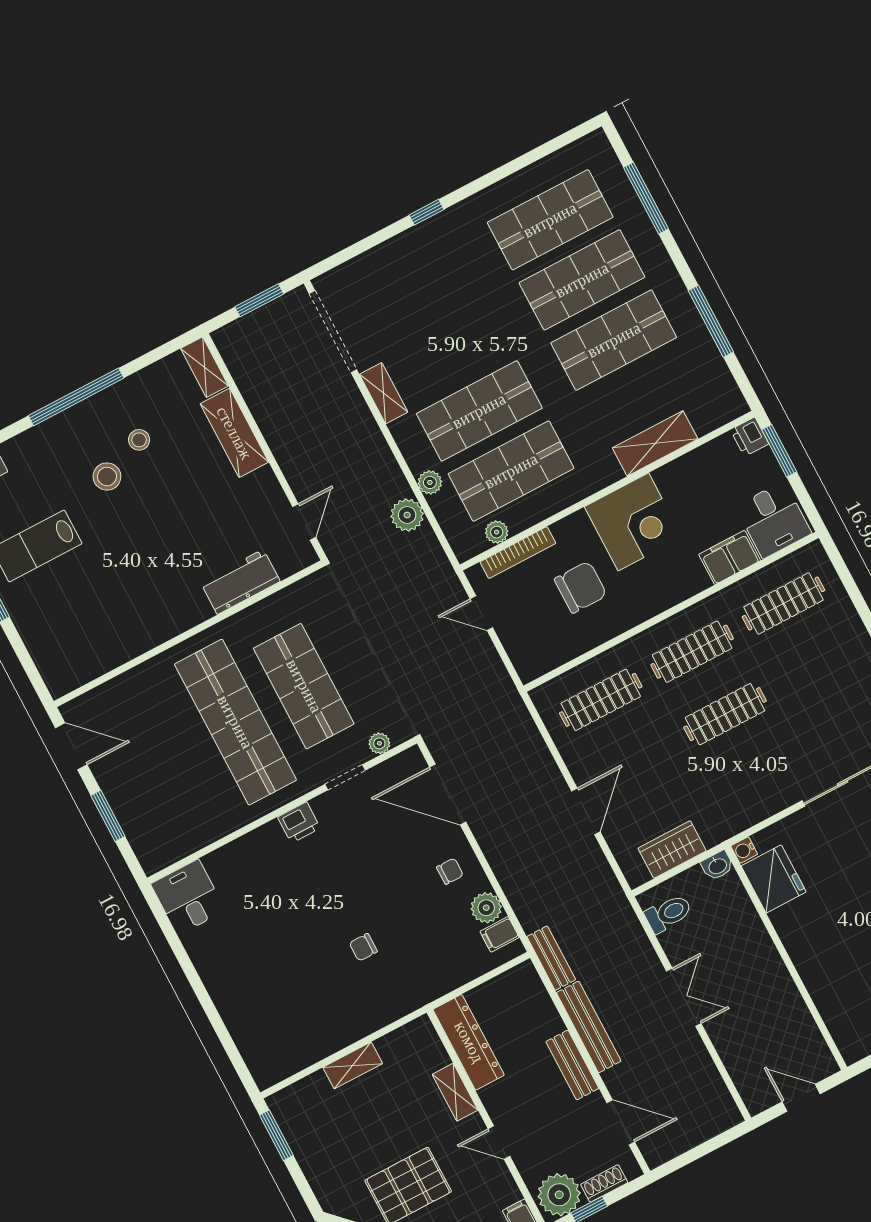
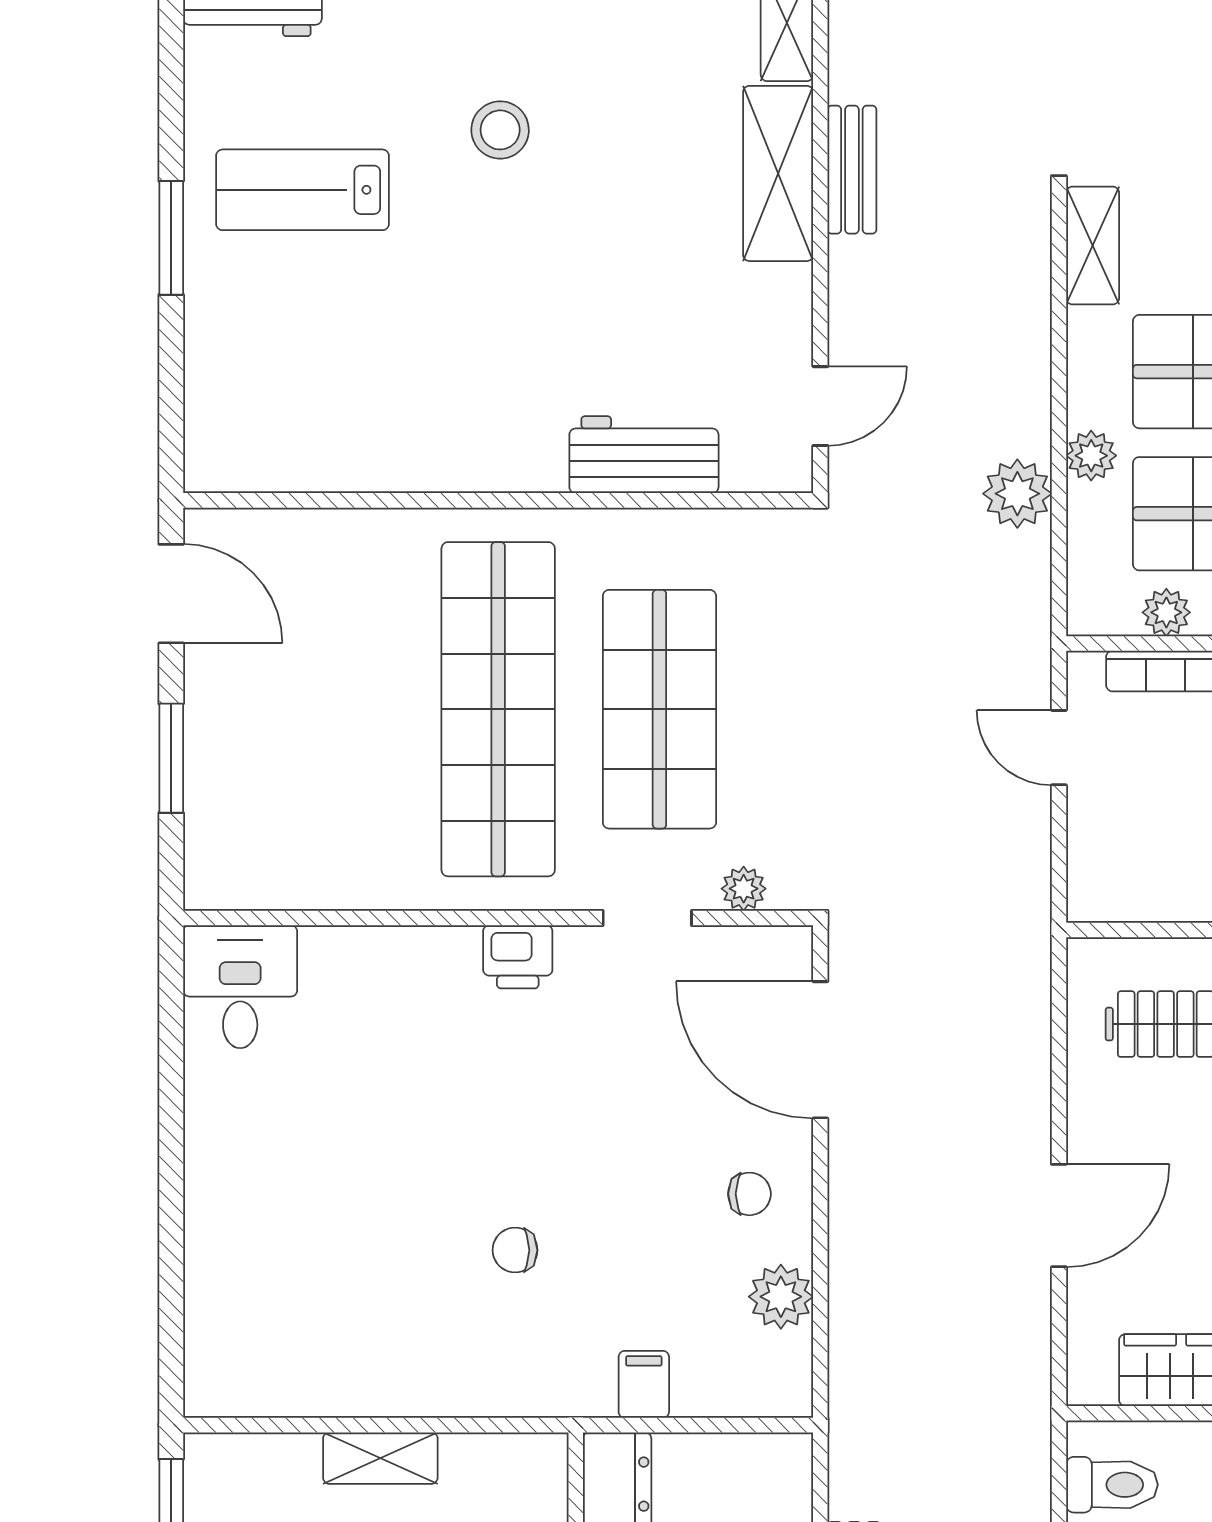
stool: (139, 440) -> (595, 93), removed
filing cabinet: (500, 934) -> (644, 1384), moved, turned 90
bench: (551, 958) -> (852, 170), moved

